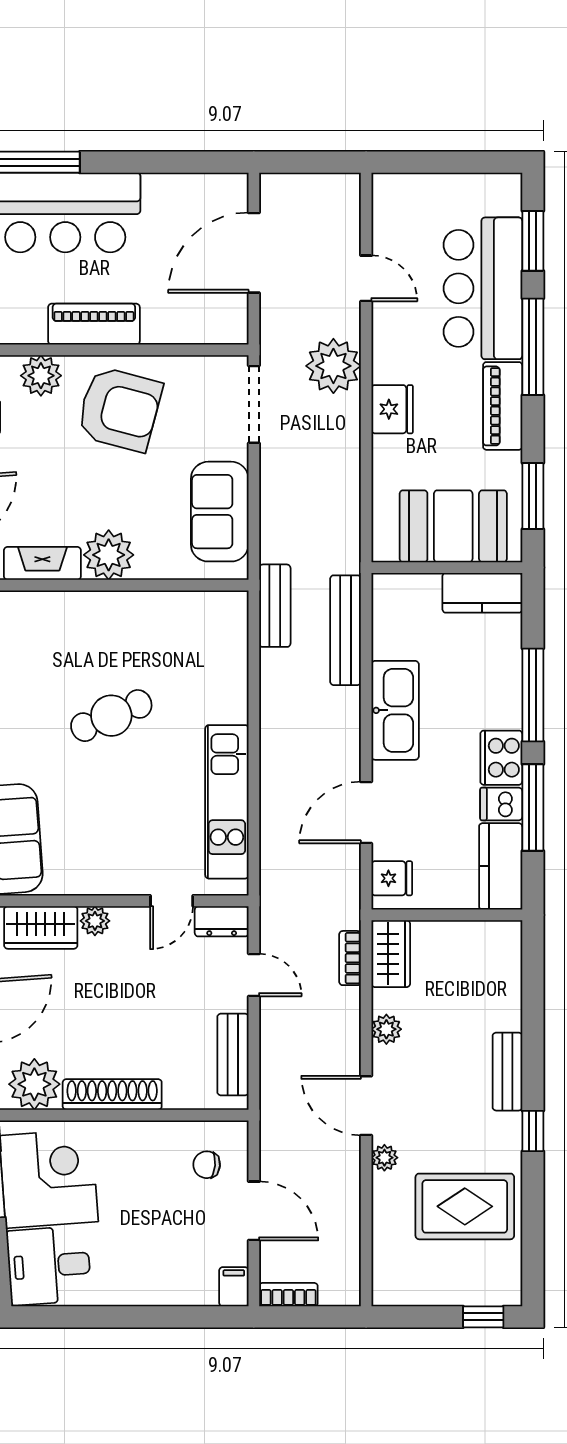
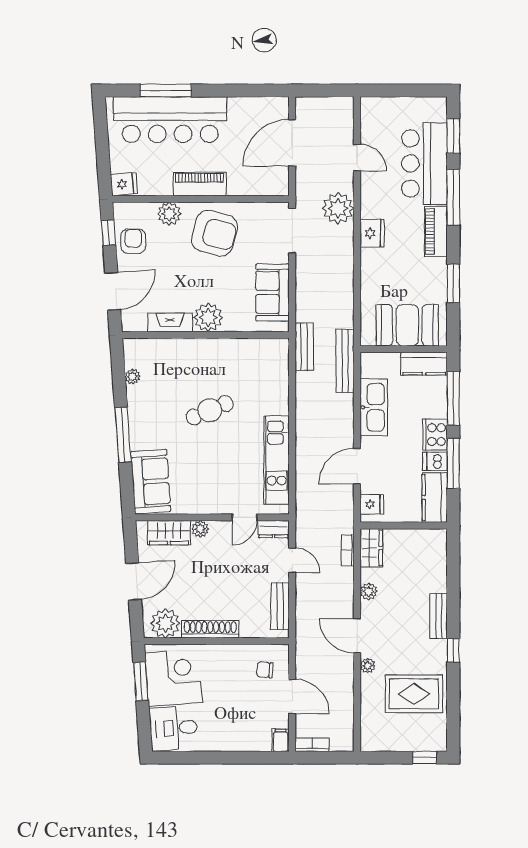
booth: (453, 526) -> (407, 325), moved
wall: (447, 568) -> (404, 349), moved
kitchen counter: (482, 593) -> (424, 364), moved

